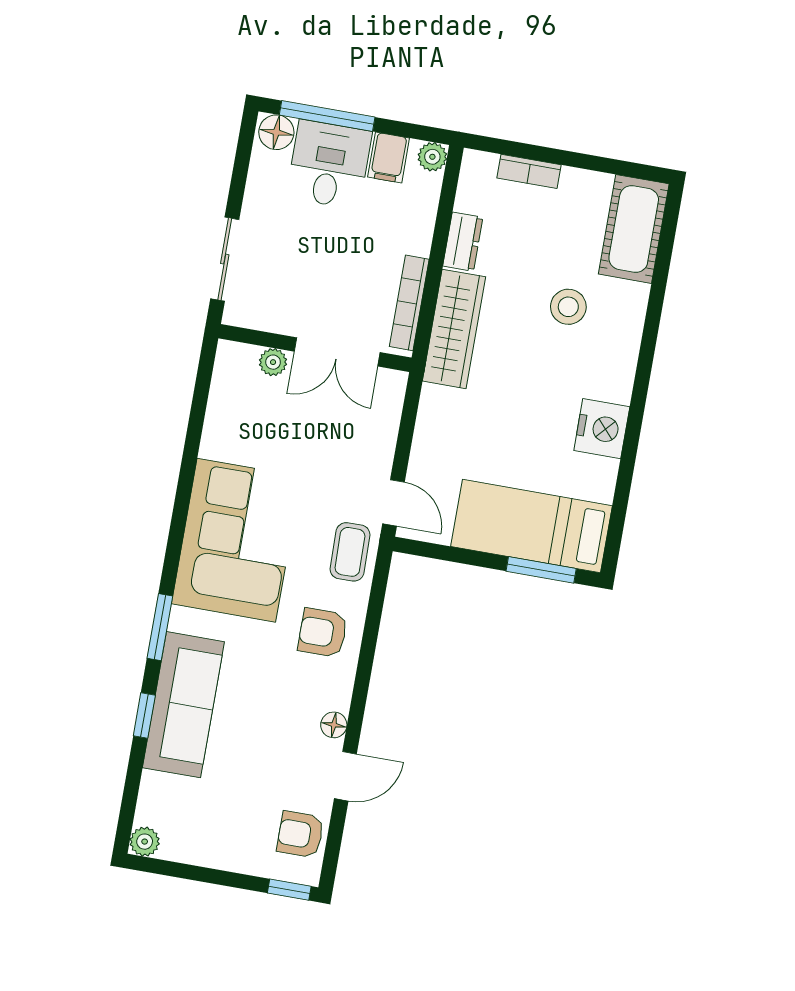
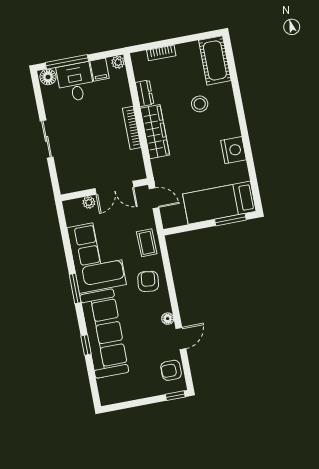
wall: (315, 348) -> (104, 190), moved
double door: (337, 352) -> (114, 188), moved
plant: (273, 362) -> (89, 202), moved
door: (394, 503) -> (154, 198), moved
window: (160, 627) -> (75, 289), moved
armchair: (323, 633) -> (148, 281), turned 97
sofa: (183, 705) -> (104, 334), width x1.36, depth x1.27
plant: (145, 842) -> (106, 398), removed

